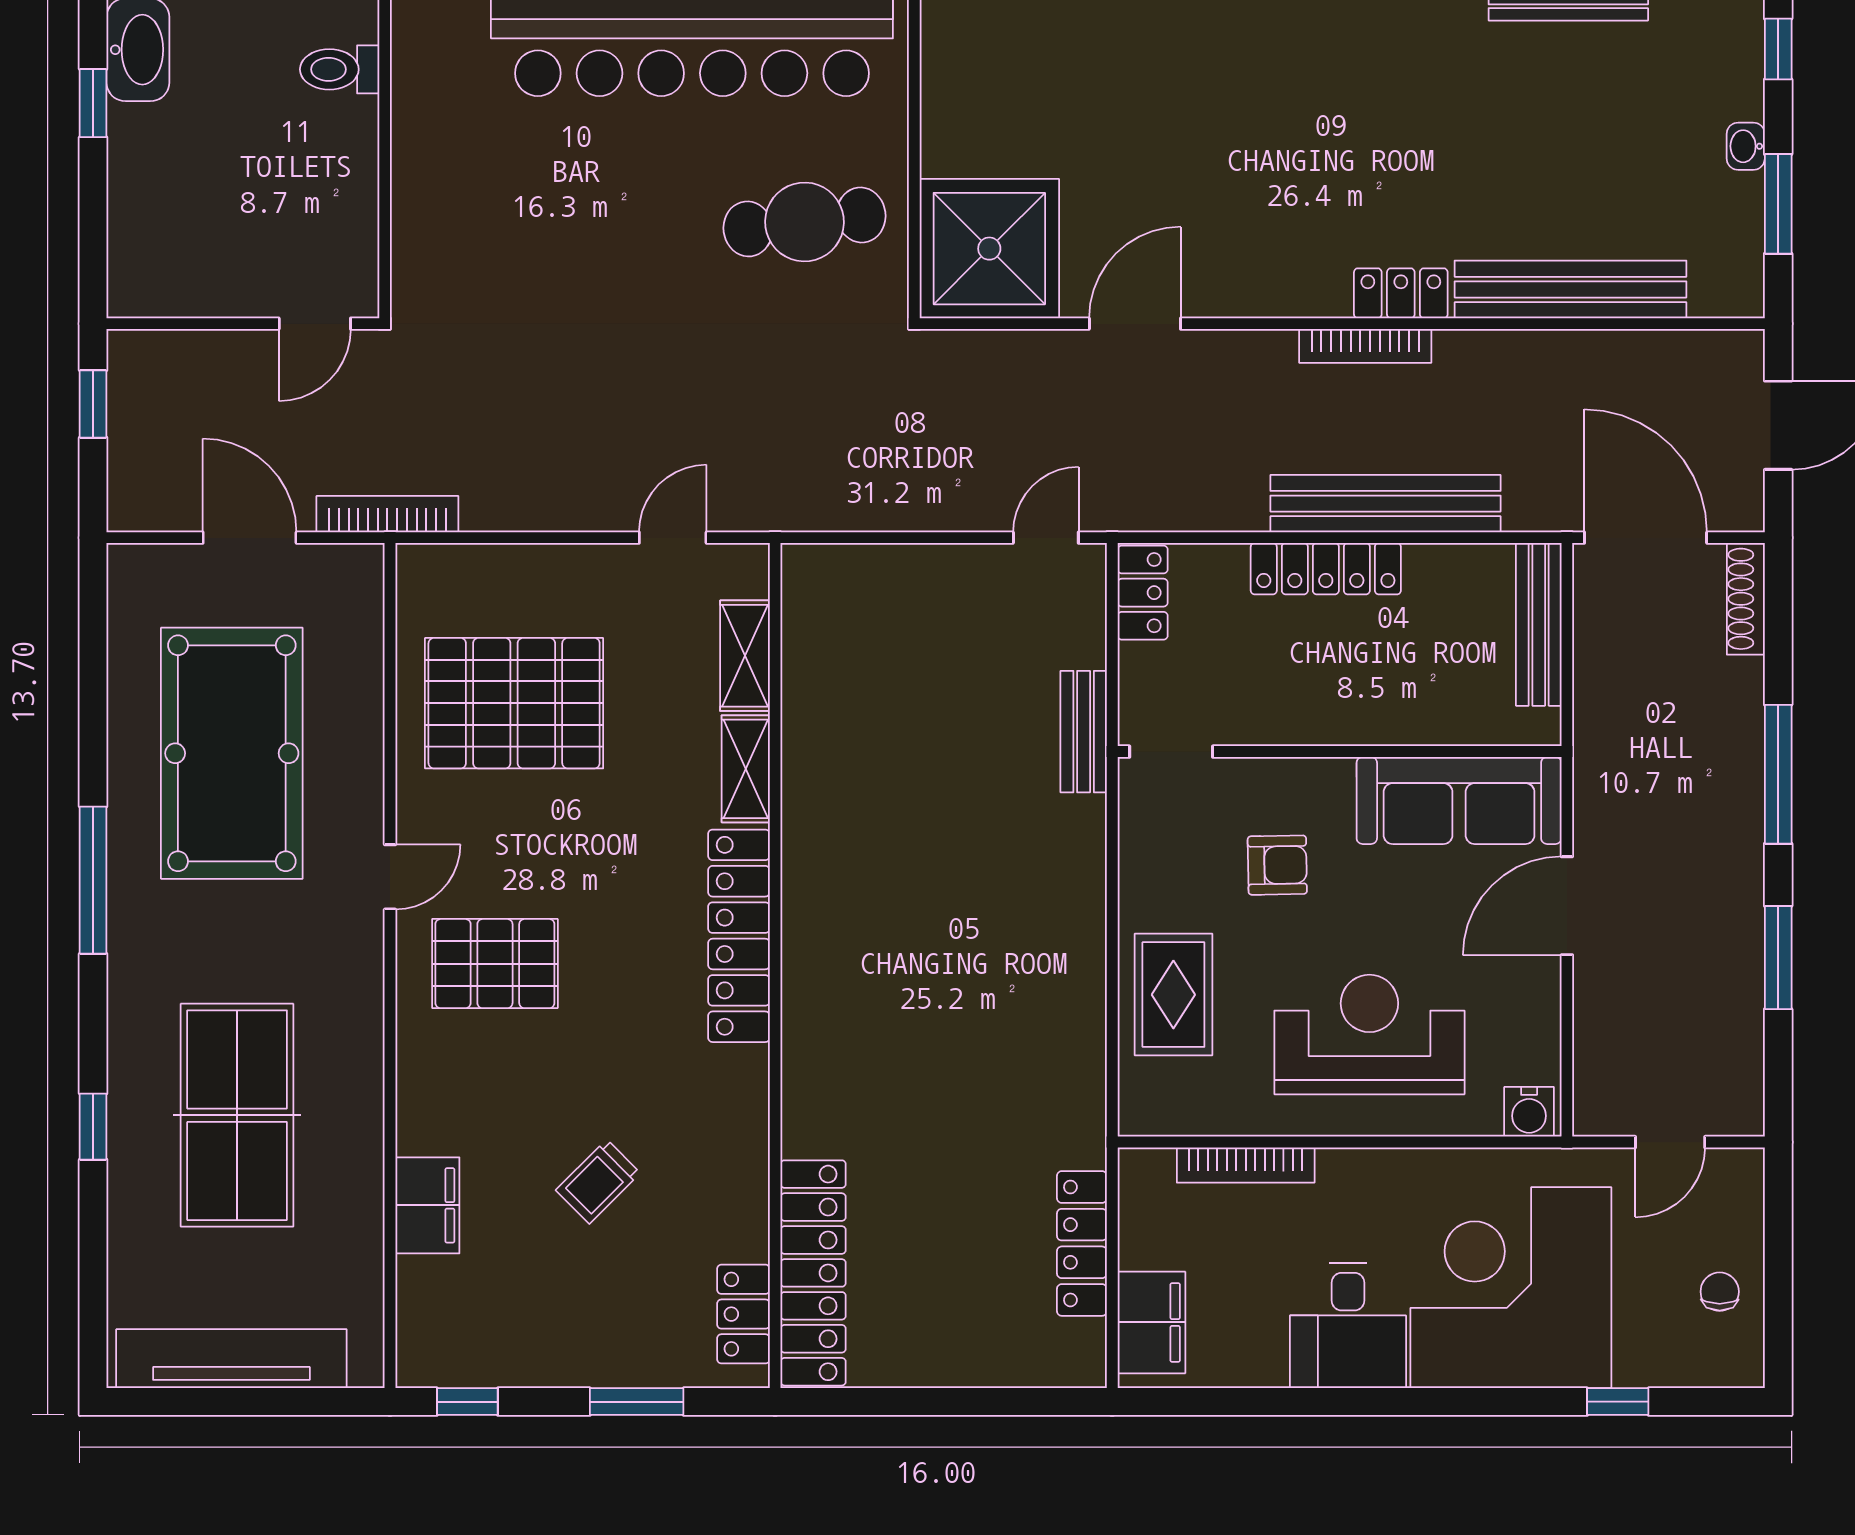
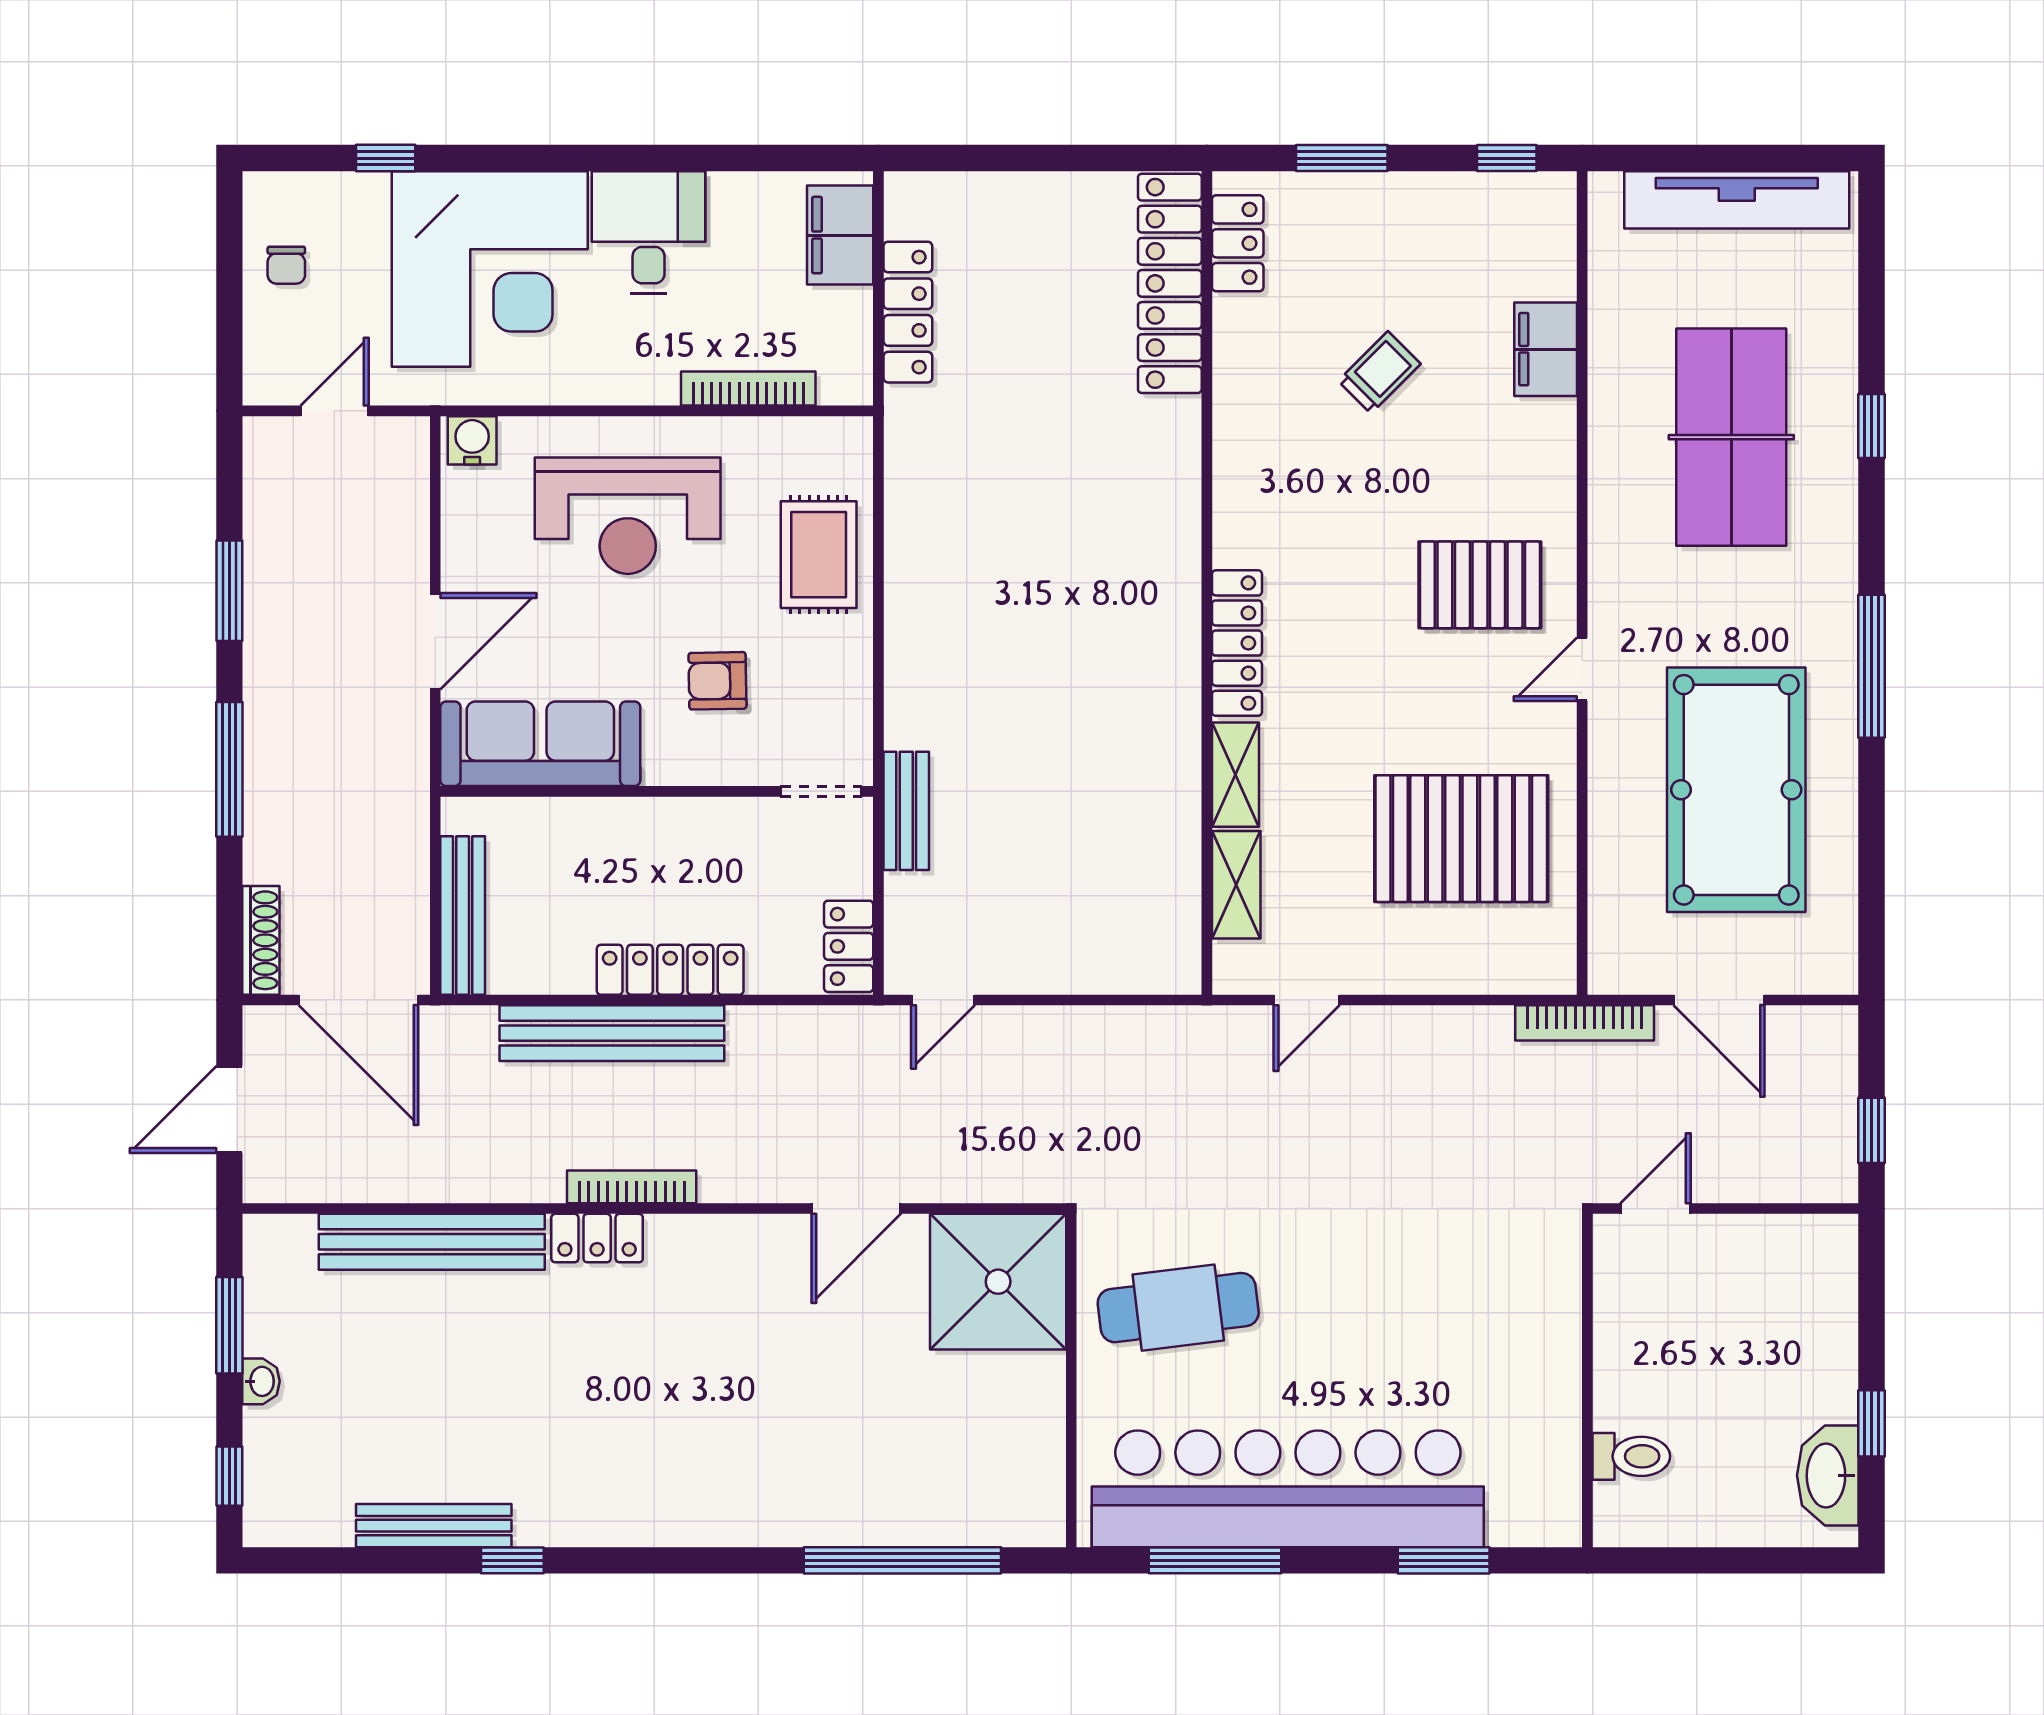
locker: (739, 936) -> (1237, 643), width x0.71, depth x0.83

